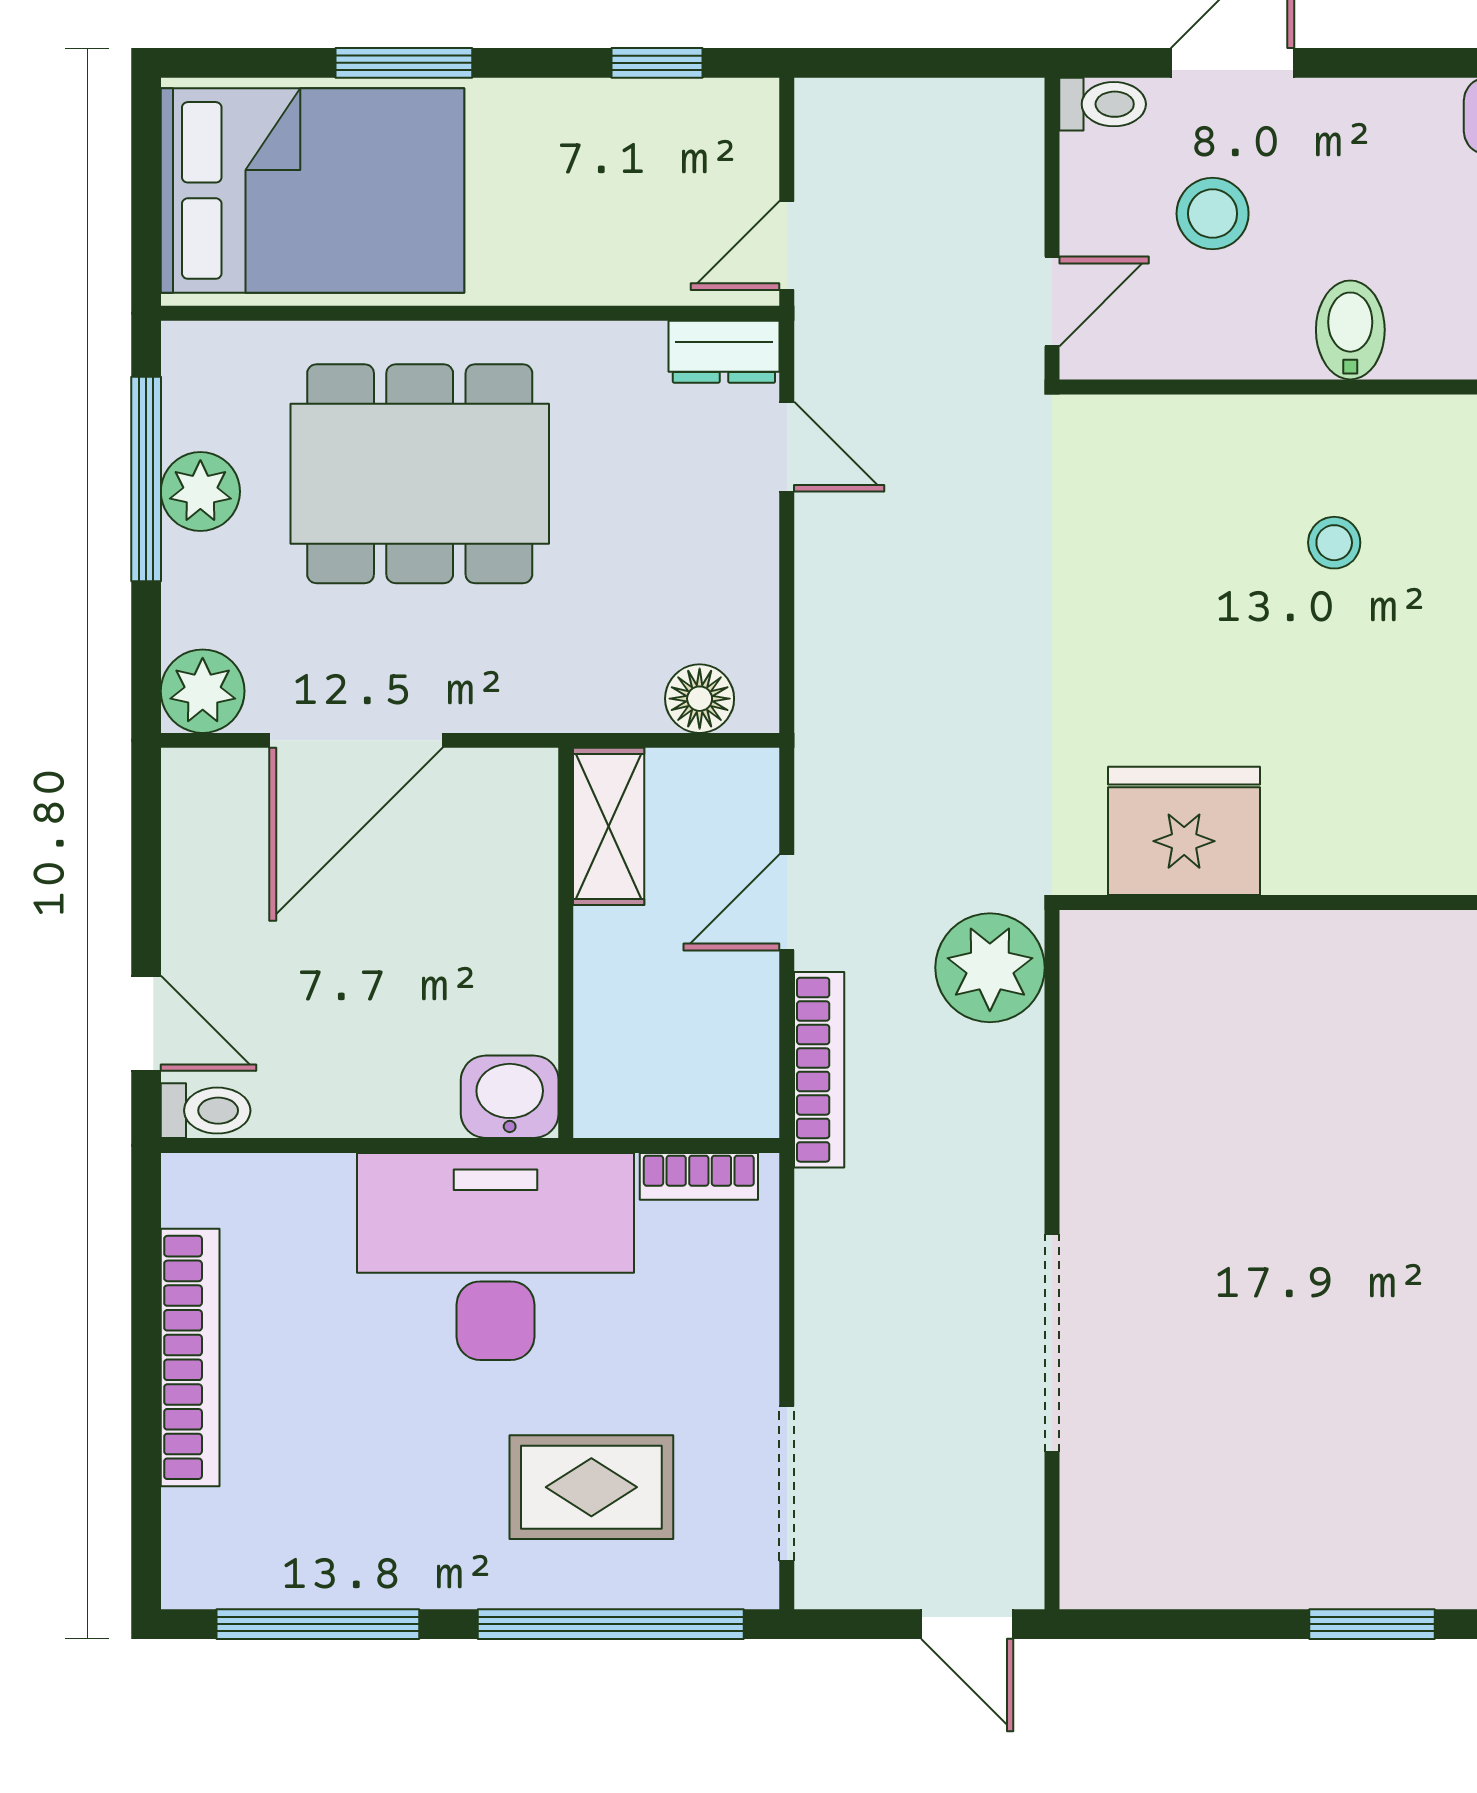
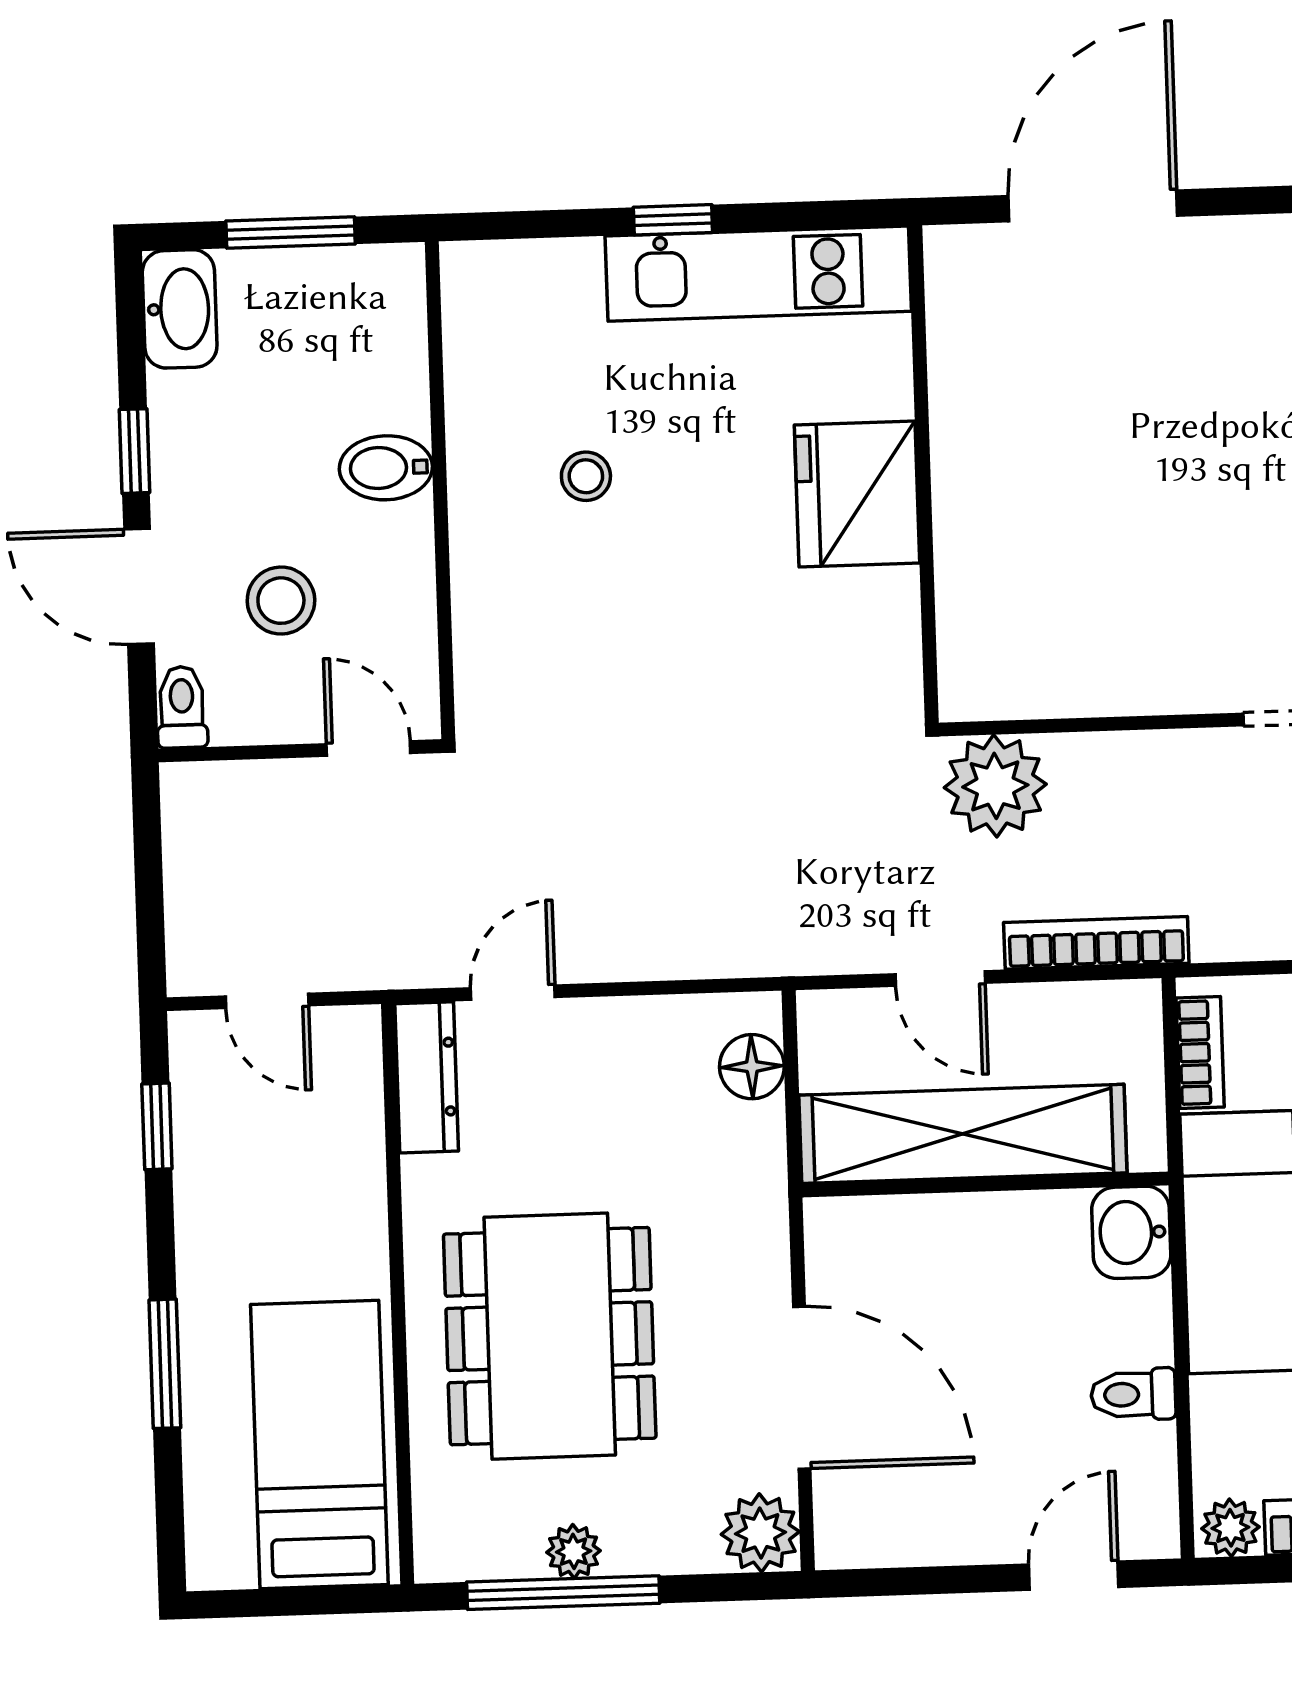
window: (1377, 63) -> (135, 451), added
bed: (312, 190) -> (319, 1445), width x0.67
door: (787, 246) -> (267, 1001), moved
dresser: (724, 352) -> (427, 1077), width x1.44
plant: (200, 492) -> (574, 1551), width x0.73, depth x0.73
shelving: (609, 826) -> (963, 1134), width x2.20, depth x1.33
fridge: (1184, 831) -> (857, 494), moved
toilet: (206, 1111) -> (1133, 1394), moved, turned -90
plant: (192, 1192) -> (1230, 1528), added

